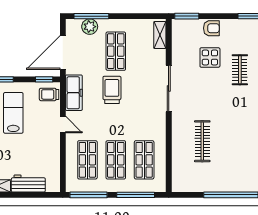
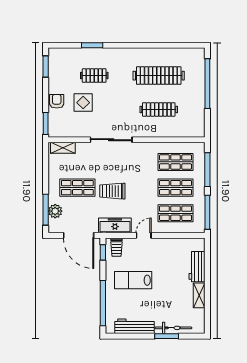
clothes rail: (240, 141) -> (159, 76), added

